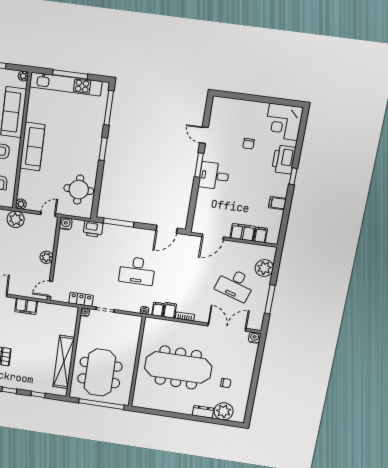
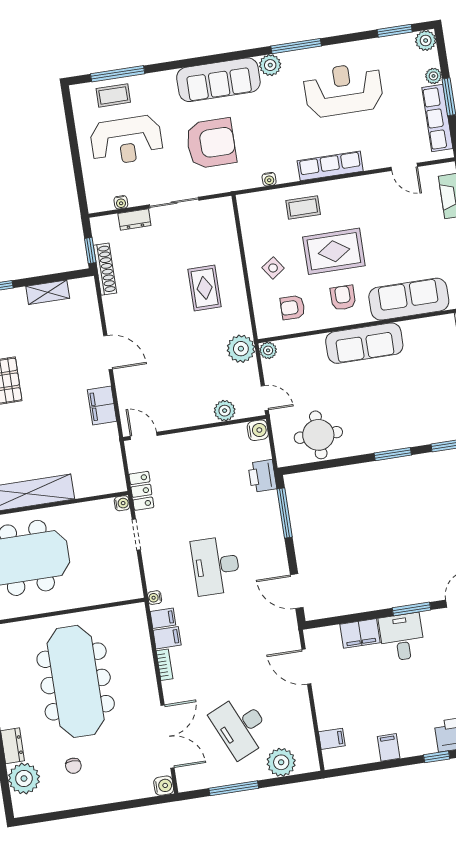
filing cabinet: (243, 232) -> (360, 633), moved, turned 90
plant: (46, 257) -> (225, 411), moved
desk: (235, 285) -> (241, 726), turned -42

